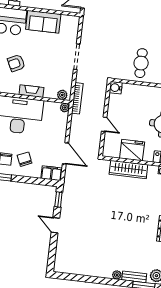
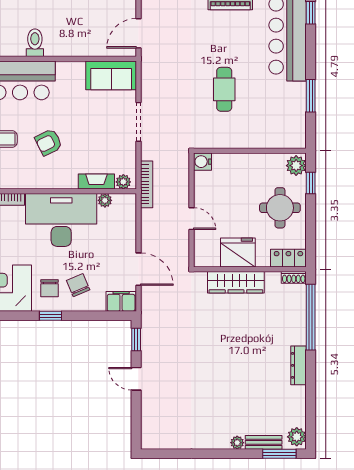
sofa: (43, 22) -> (111, 75), moved
cafe table: (141, 63) -> (224, 89), moved
fireplace: (31, 91) -> (96, 182), moved
plant: (65, 108) -> (105, 200), moved

